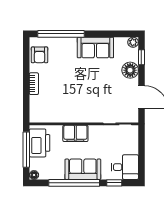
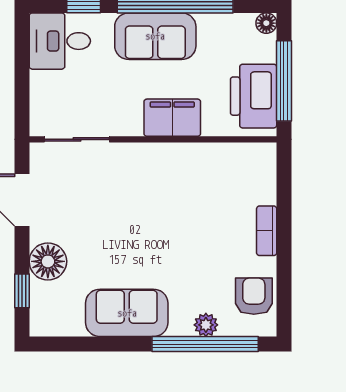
plant: (133, 42) -> (206, 325), moved

